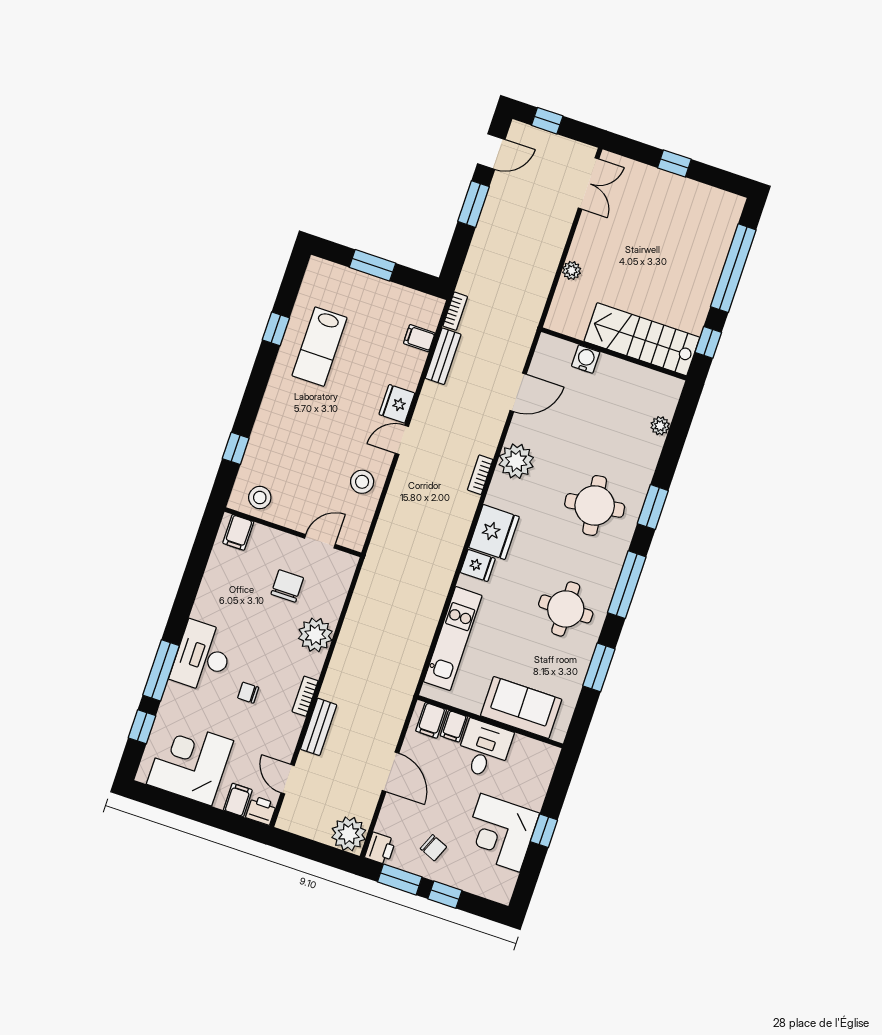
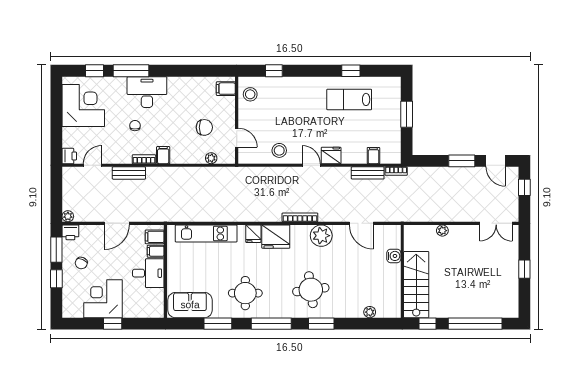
bookcase: (480, 475) -> (300, 217), width x1.56
plant: (315, 635) -> (211, 158), moved, width x0.53, depth x0.53
sofa: (521, 708) -> (190, 305), moved, turned -90
filing cabinet: (238, 800) -> (163, 155), moved, turned -90
plant: (349, 834) -> (68, 216), width x0.53, depth x0.53

